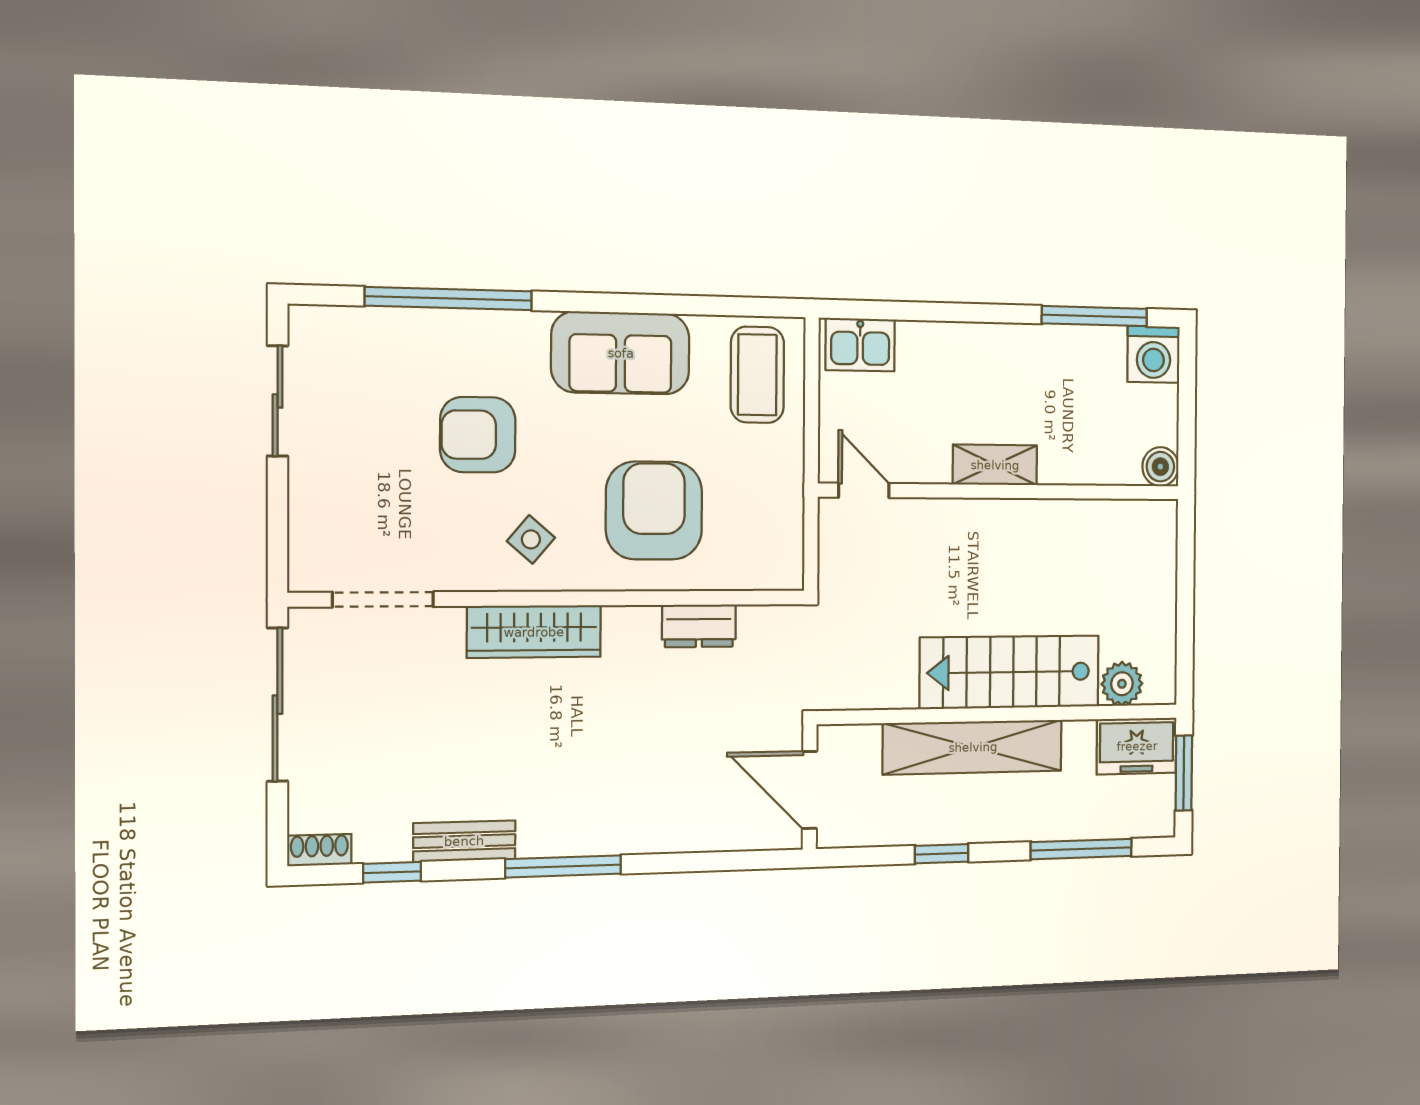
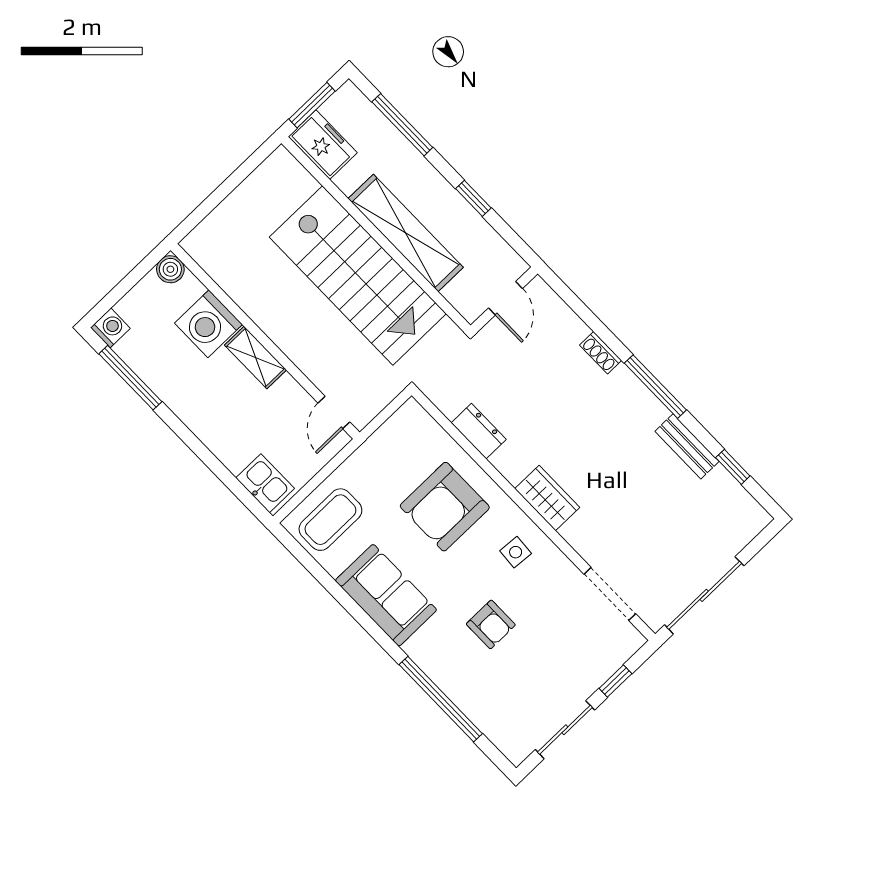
washing machine: (1154, 354) -> (110, 328), width x0.73, depth x0.73
armchair: (478, 435) -> (491, 624), width x0.72, depth x0.72
washing machine: (1073, 451) -> (208, 324), added
window: (278, 511) -> (615, 681), added
side table: (531, 539) -> (516, 552), turned -37
wardrobe: (534, 632) -> (547, 498), width x0.67
stairs: (1010, 672) -> (358, 275), width x1.36, depth x1.51
plant: (1122, 684) -> (299, 183), removed
door: (810, 790) -> (505, 298), width x0.73
shoe rack: (319, 850) -> (601, 353), moved

